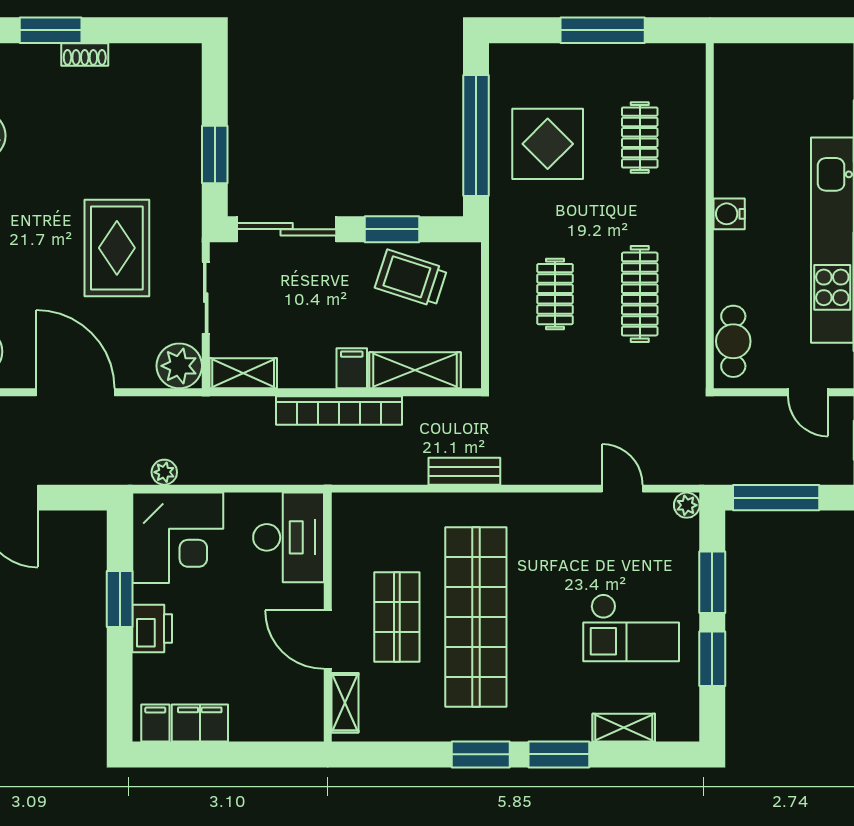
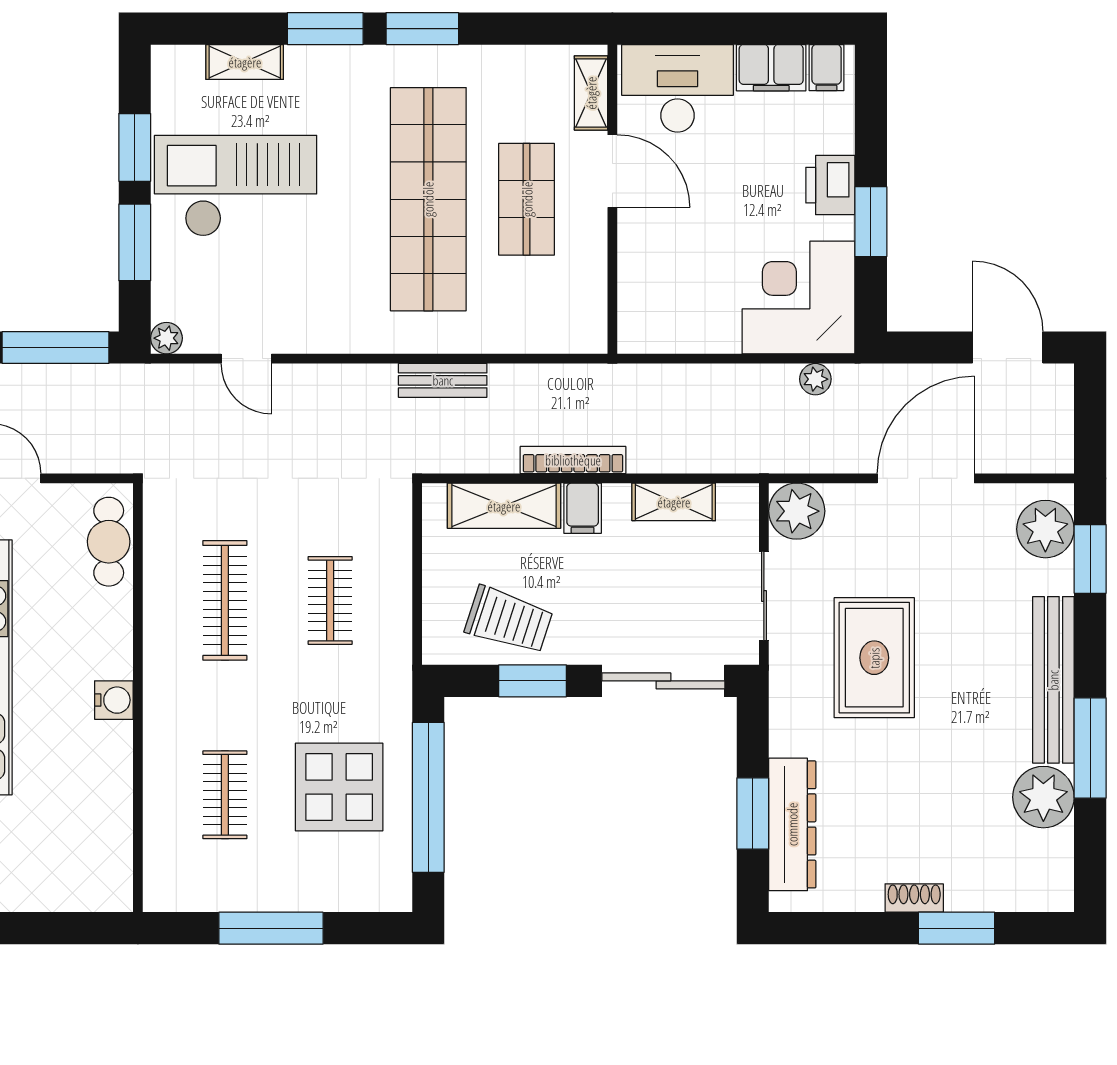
dresser: (183, 114) -> (792, 824), added
window: (215, 154) -> (753, 814), moved
shelving: (243, 373) -> (674, 502), moved
door: (75, 392) -> (926, 478), swing flipped
bookcase: (339, 410) -> (573, 460), width x0.68, depth x0.76
desk: (289, 537) -> (677, 88), moved, turned 90
checkout: (631, 628) -> (236, 186), width x1.36, depth x1.21

